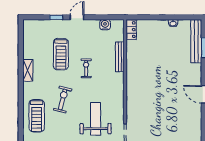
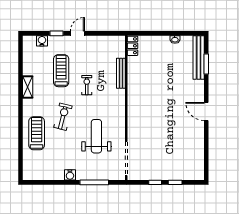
water cooler: (105, 25) -> (42, 41), moved
treadmill: (61, 54) -> (61, 71), turned 180
treadmill: (37, 116) -> (37, 133), turned 180

